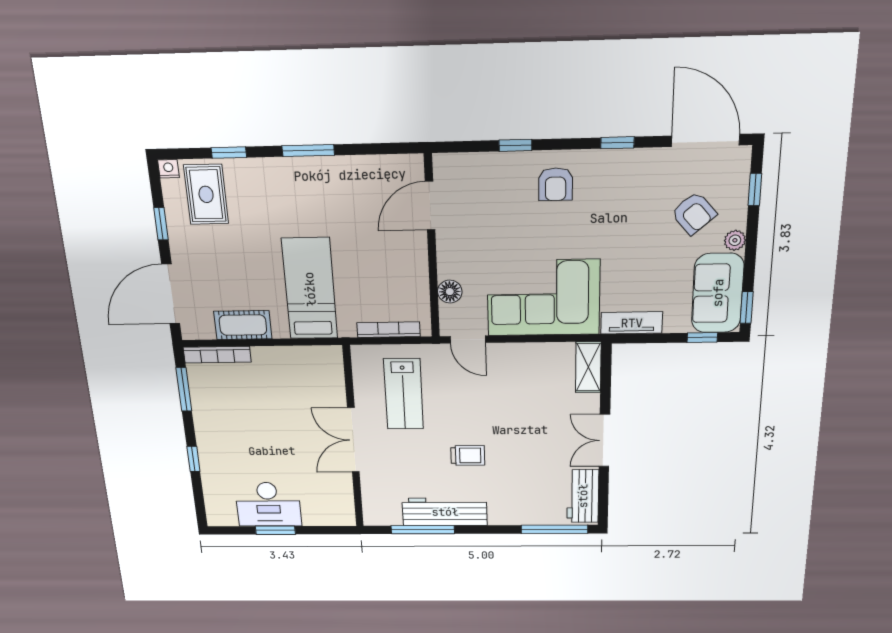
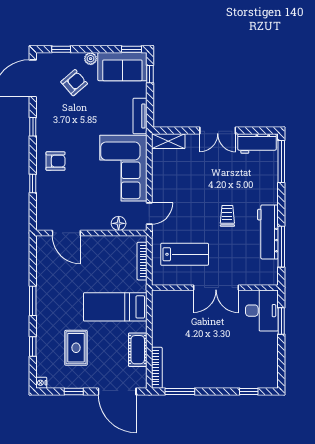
rug: (206, 194) -> (76, 348), moved, turned 90
window: (193, 459) -> (249, 392), moved
desk: (268, 504) -> (262, 311), moved
window: (275, 530) -> (281, 321), moved

